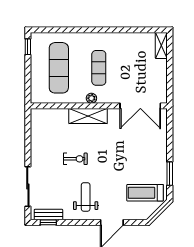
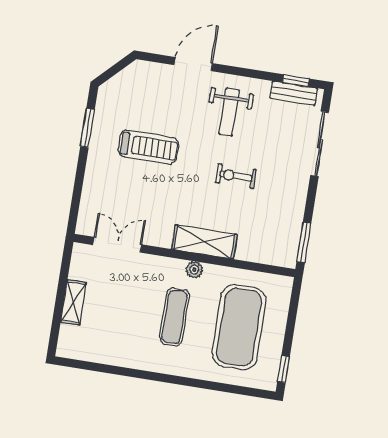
shelving: (161, 45) -> (73, 302), moved
exercise mat: (59, 68) -> (239, 327), width x1.47
double door: (140, 106) -> (117, 245), width x0.73
window: (28, 125) -> (304, 242), added
treadmill: (145, 193) -> (148, 147), moved

